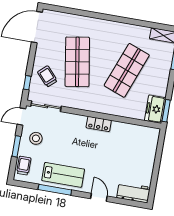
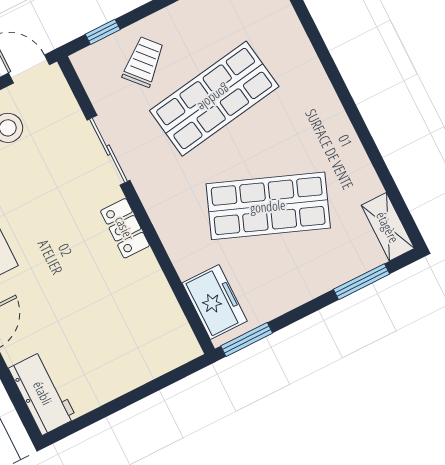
sliding door: (46, 106) -> (109, 150), moved
freezer: (155, 109) -> (215, 302), moved, turned 90

